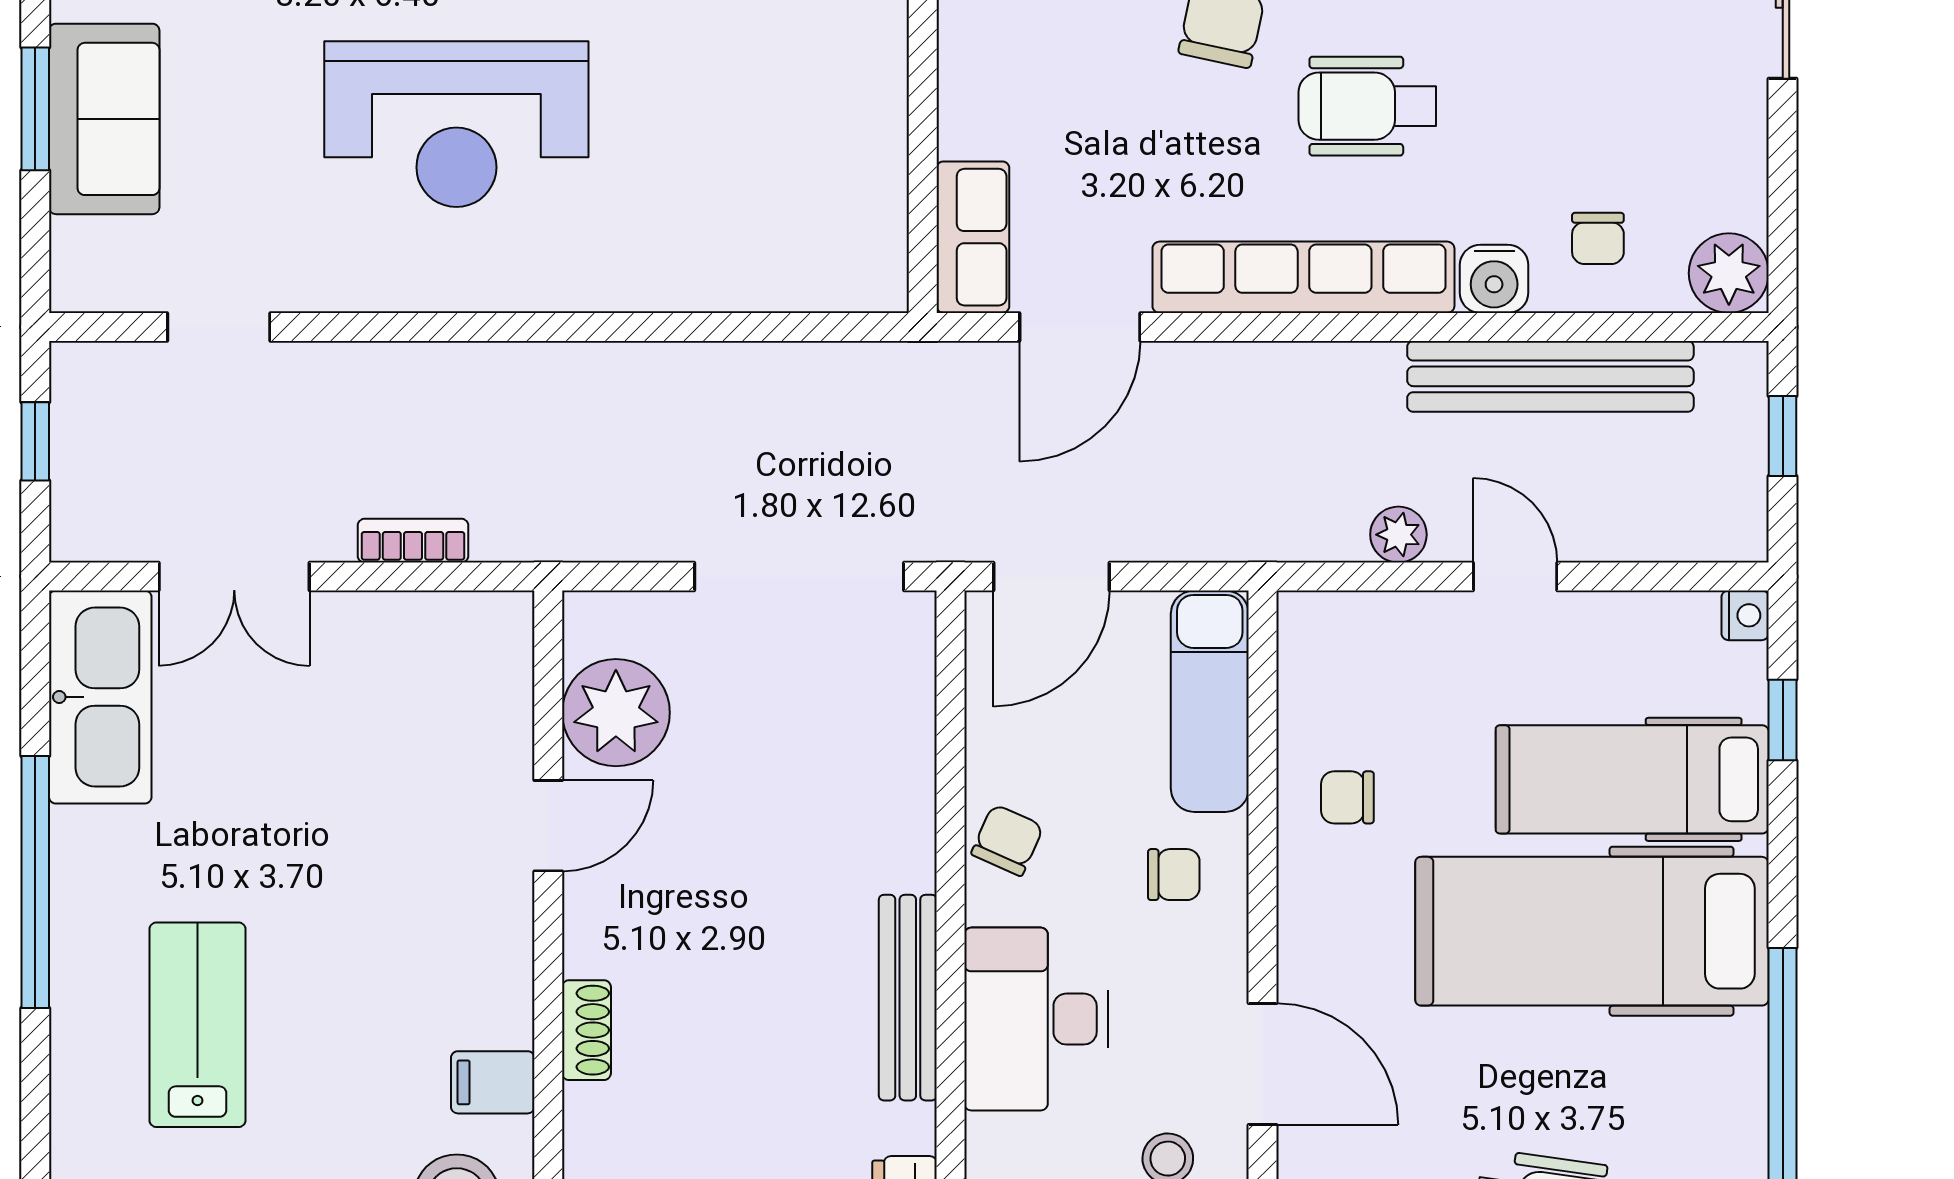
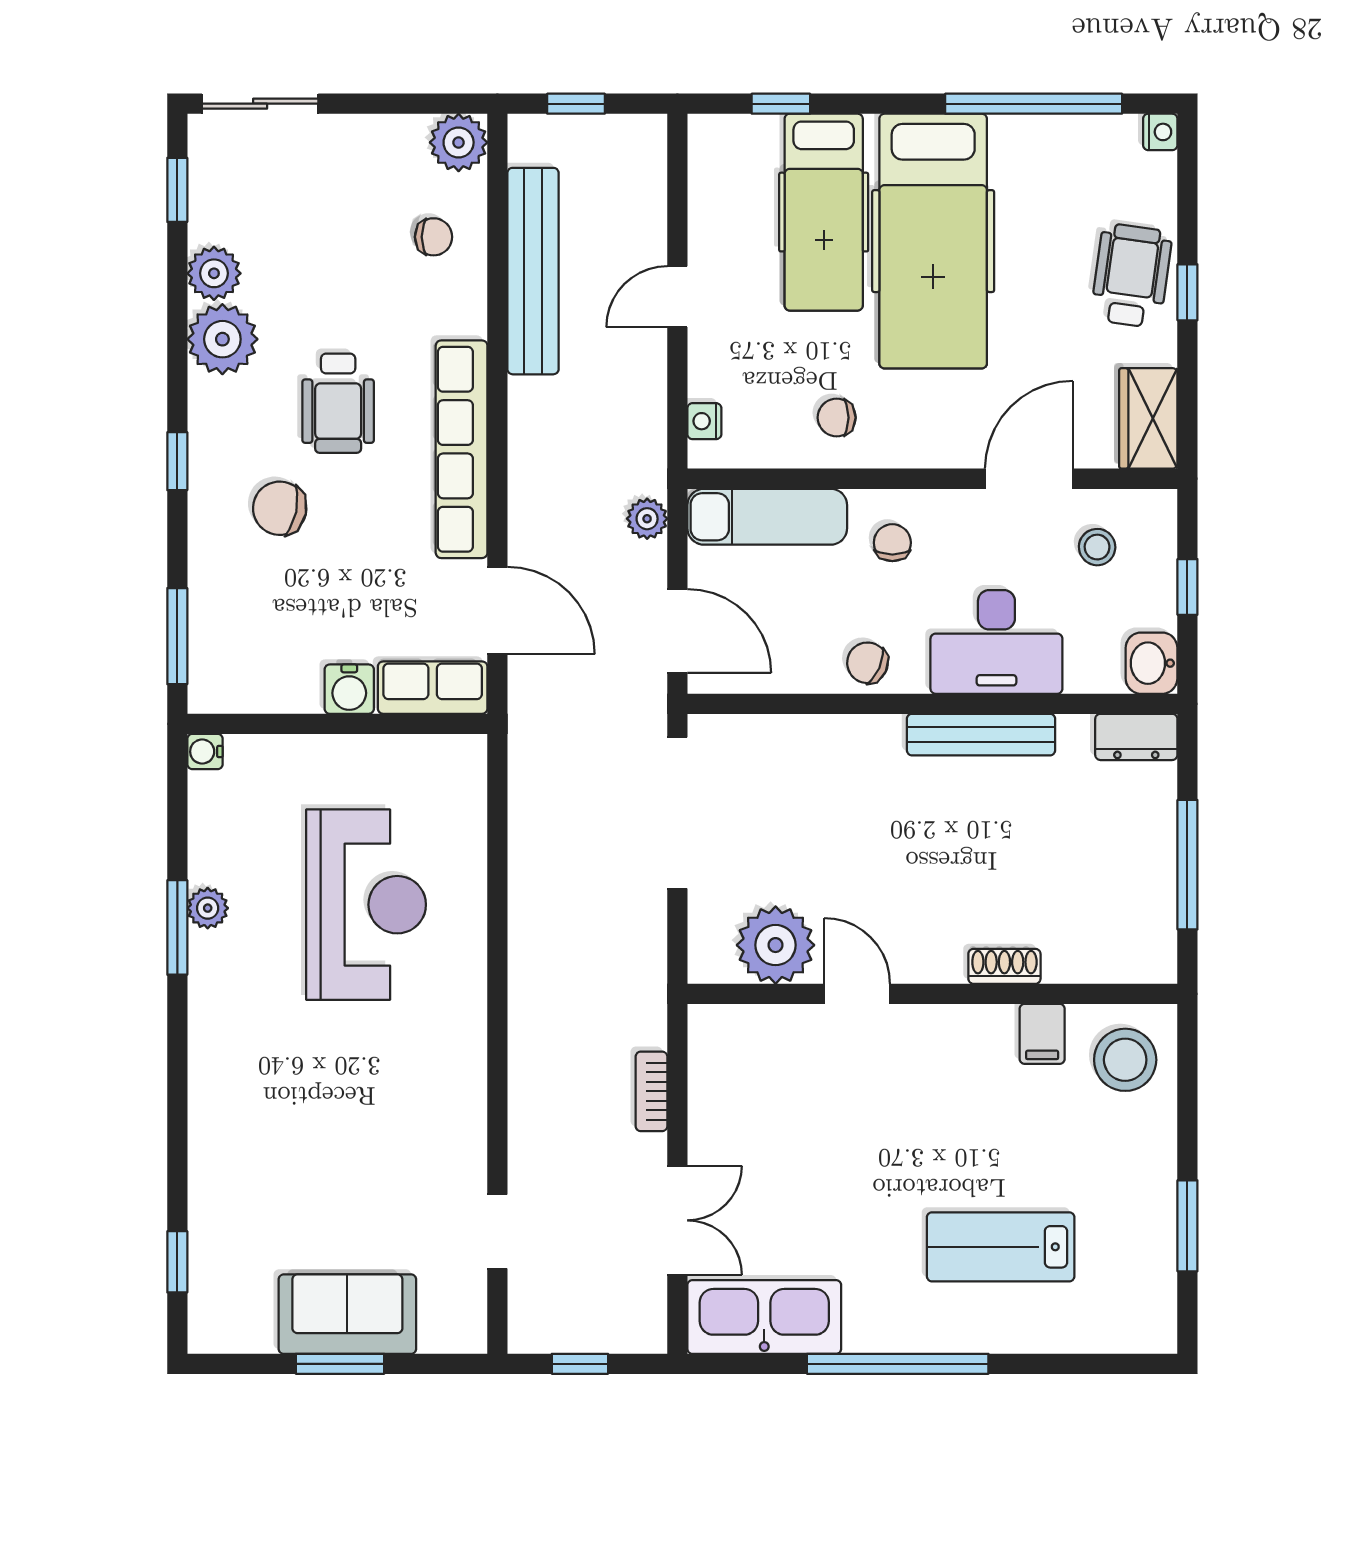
reception desk: (456, 124) -> (366, 905), moved
water cooler: (1494, 279) -> (349, 689), moved, turned 90
plant: (1398, 535) -> (647, 519), moved
nightstand: (1745, 615) -> (704, 421), moved, turned -90
chair: (1347, 797) -> (837, 418), turned 90

